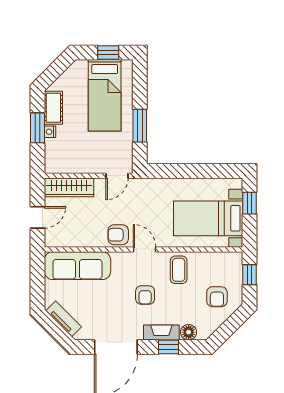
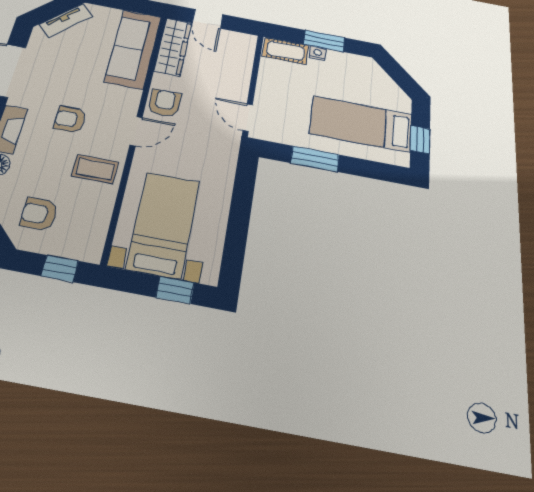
cot: (53, 108) -> (286, 51), moved
wardrobe: (69, 187) -> (173, 47), moved, turned 180

